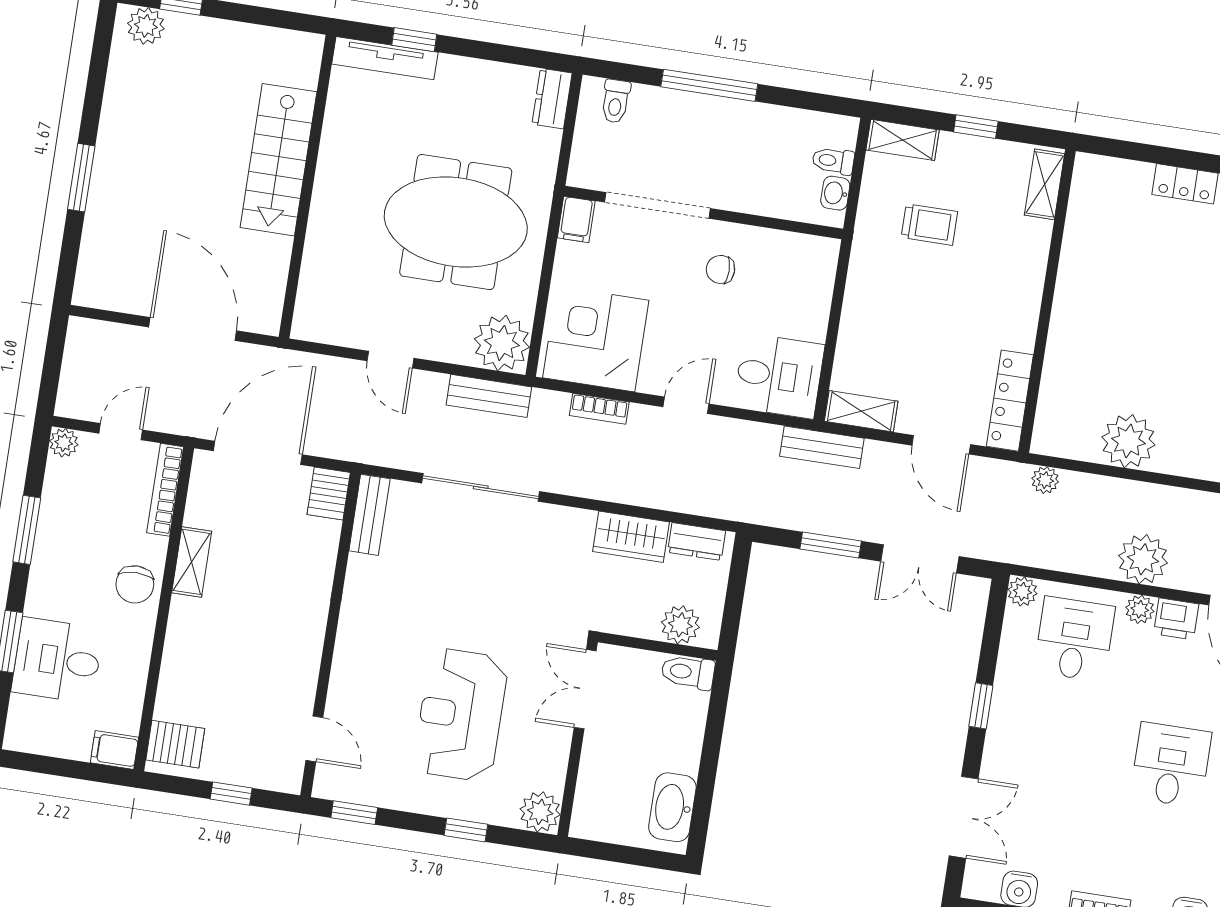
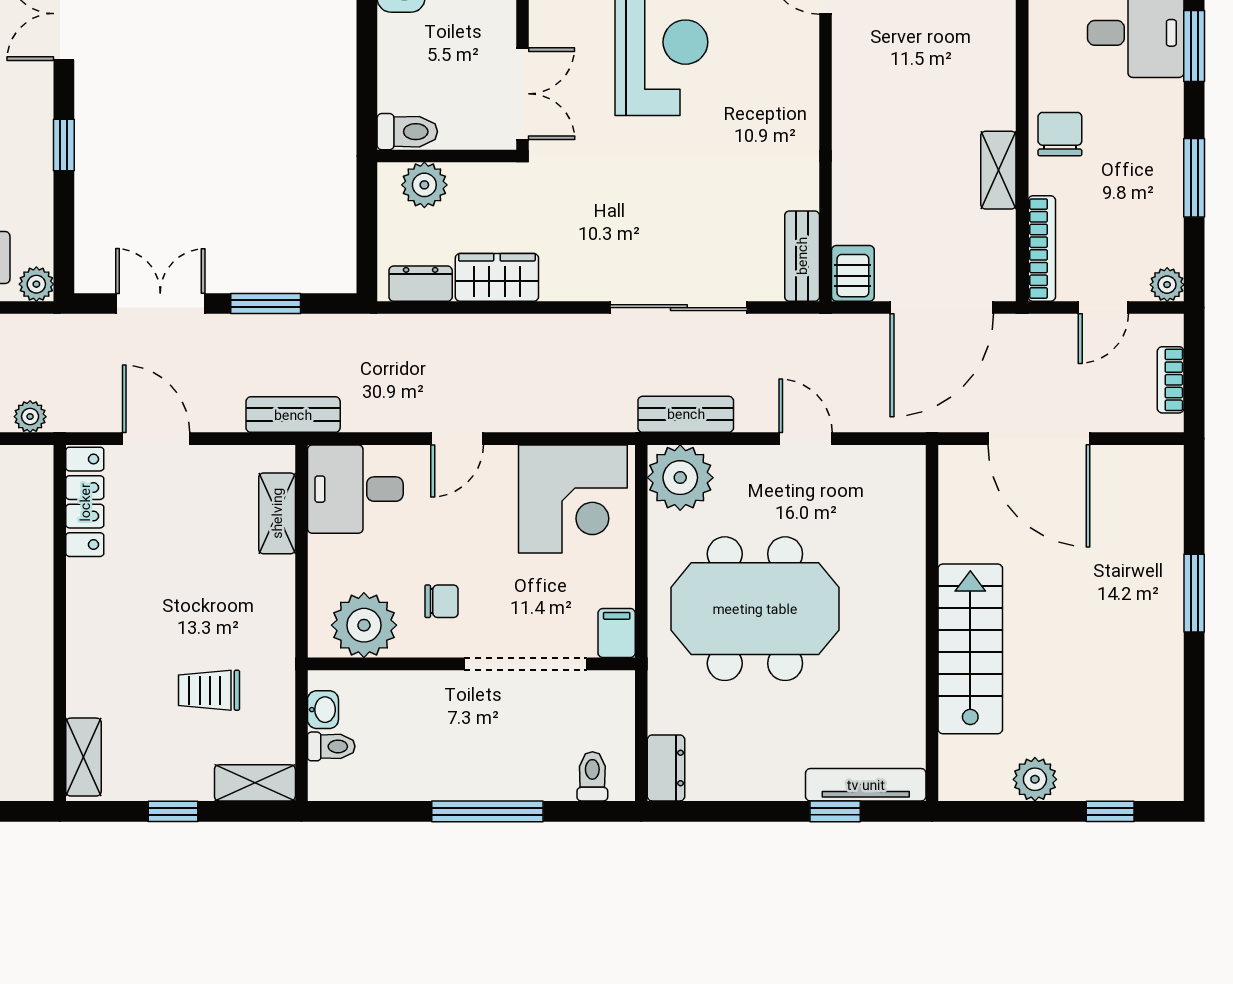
plant: (146, 26) -> (1035, 779), moved
plant: (789, 259) -> (364, 625), added
bookcase: (599, 409) -> (1171, 380), moved, turned -90
shelving: (861, 411) -> (277, 513), moved, turned 90

